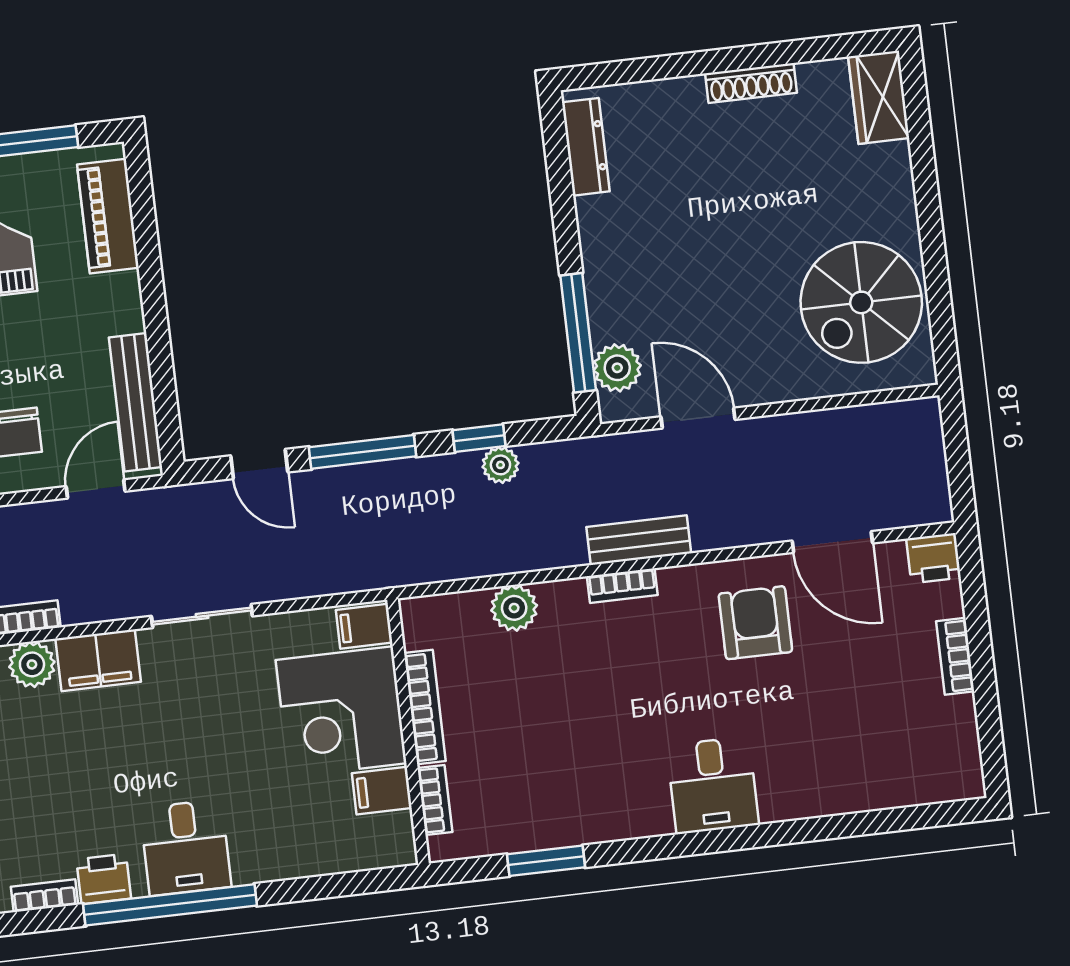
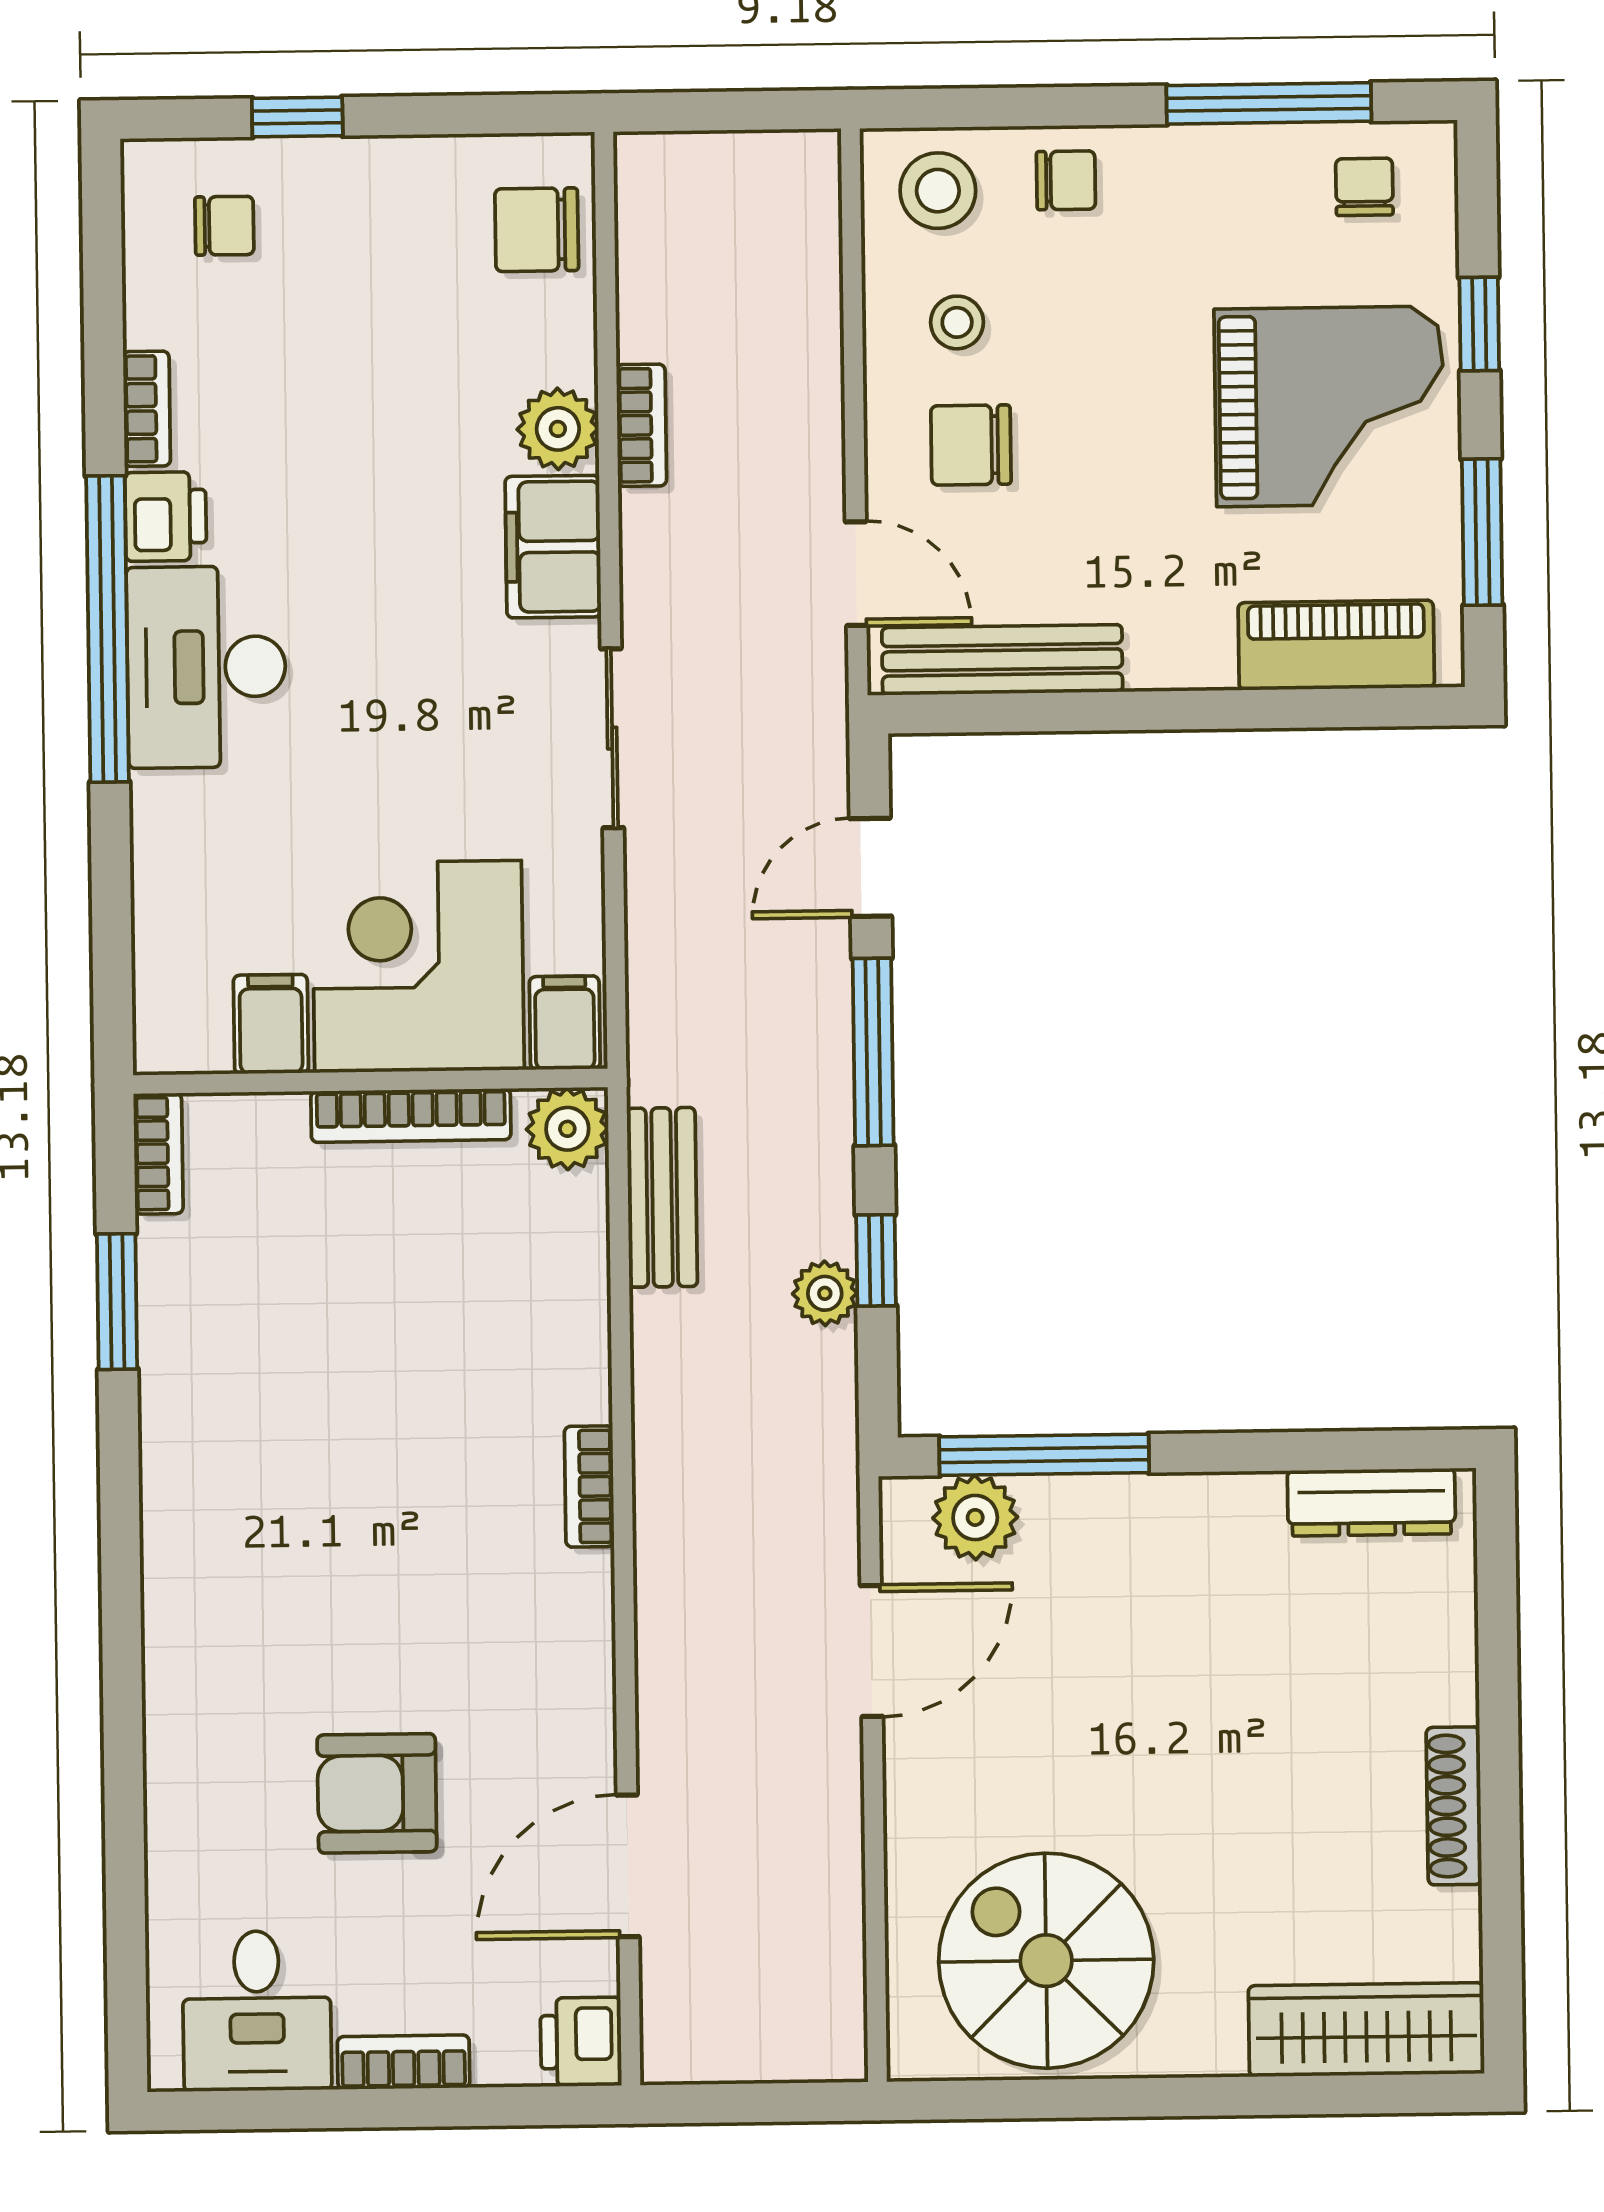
wardrobe: (879, 97) -> (1366, 2030), width x1.50
bench: (639, 540) -> (662, 1197), moved
plant: (514, 608) -> (567, 1129), moved
armchair: (755, 623) -> (377, 1793), moved, turned 180
desk: (713, 785) -> (257, 2011), moved, turned -90
bookcase: (435, 800) -> (158, 1154), moved, turned -90
desk: (186, 847) -> (206, 667), width x1.37

